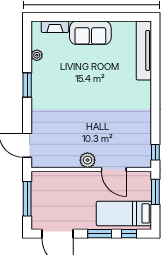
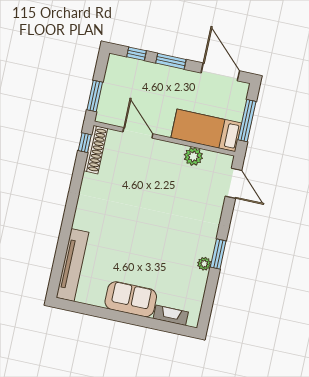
plant: (37, 55) -> (204, 264), moved
shoe rack: (145, 148) -> (96, 150), added
plant: (88, 160) -> (193, 156), moved
bed: (124, 213) -> (206, 130), moved, turned 180

